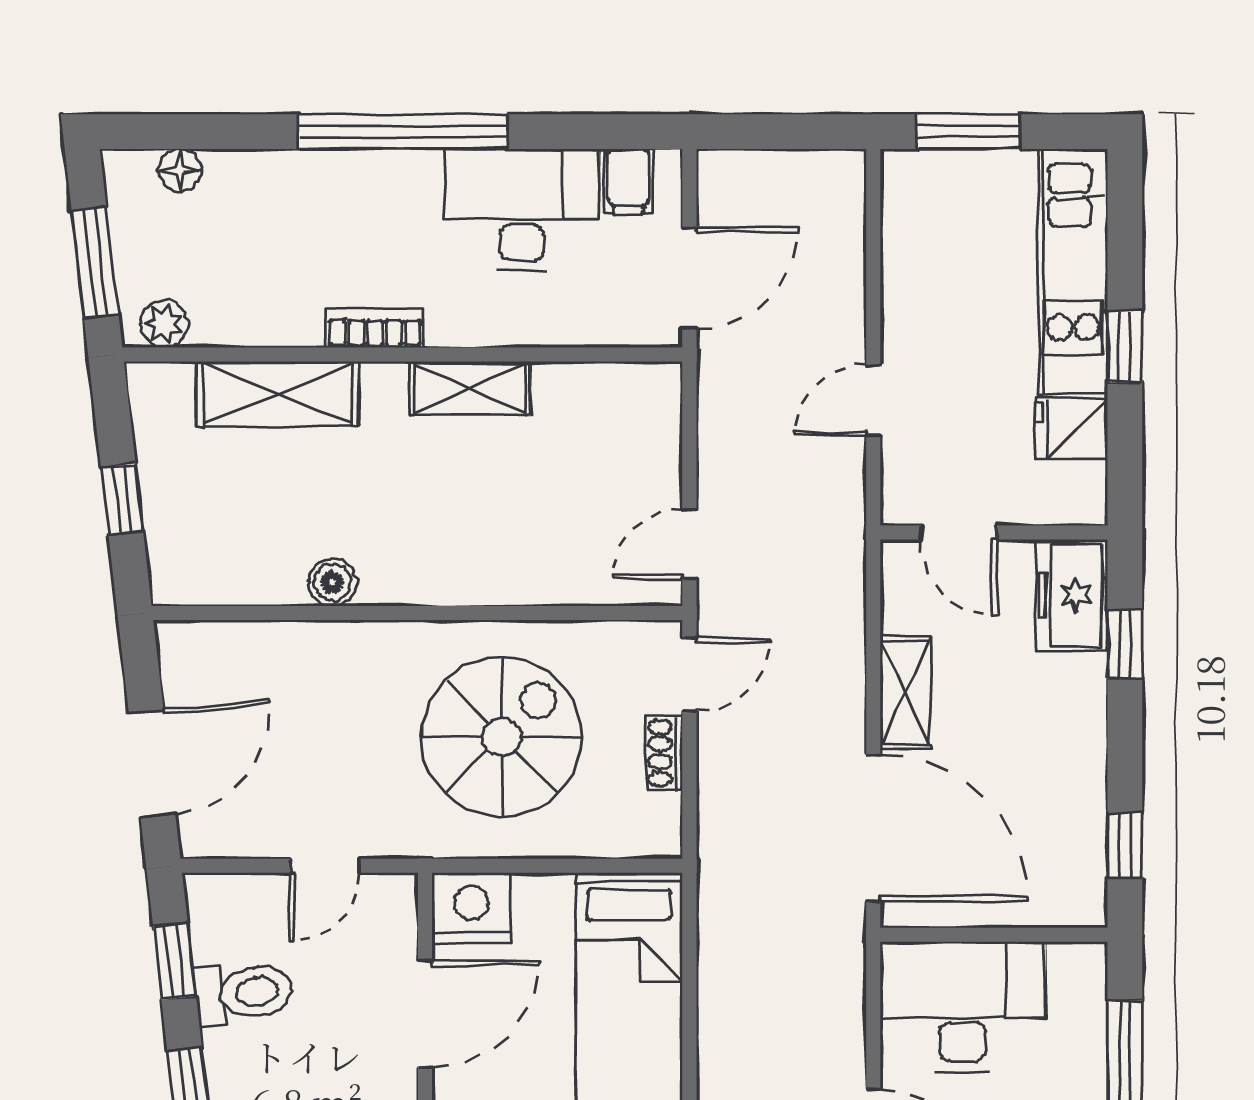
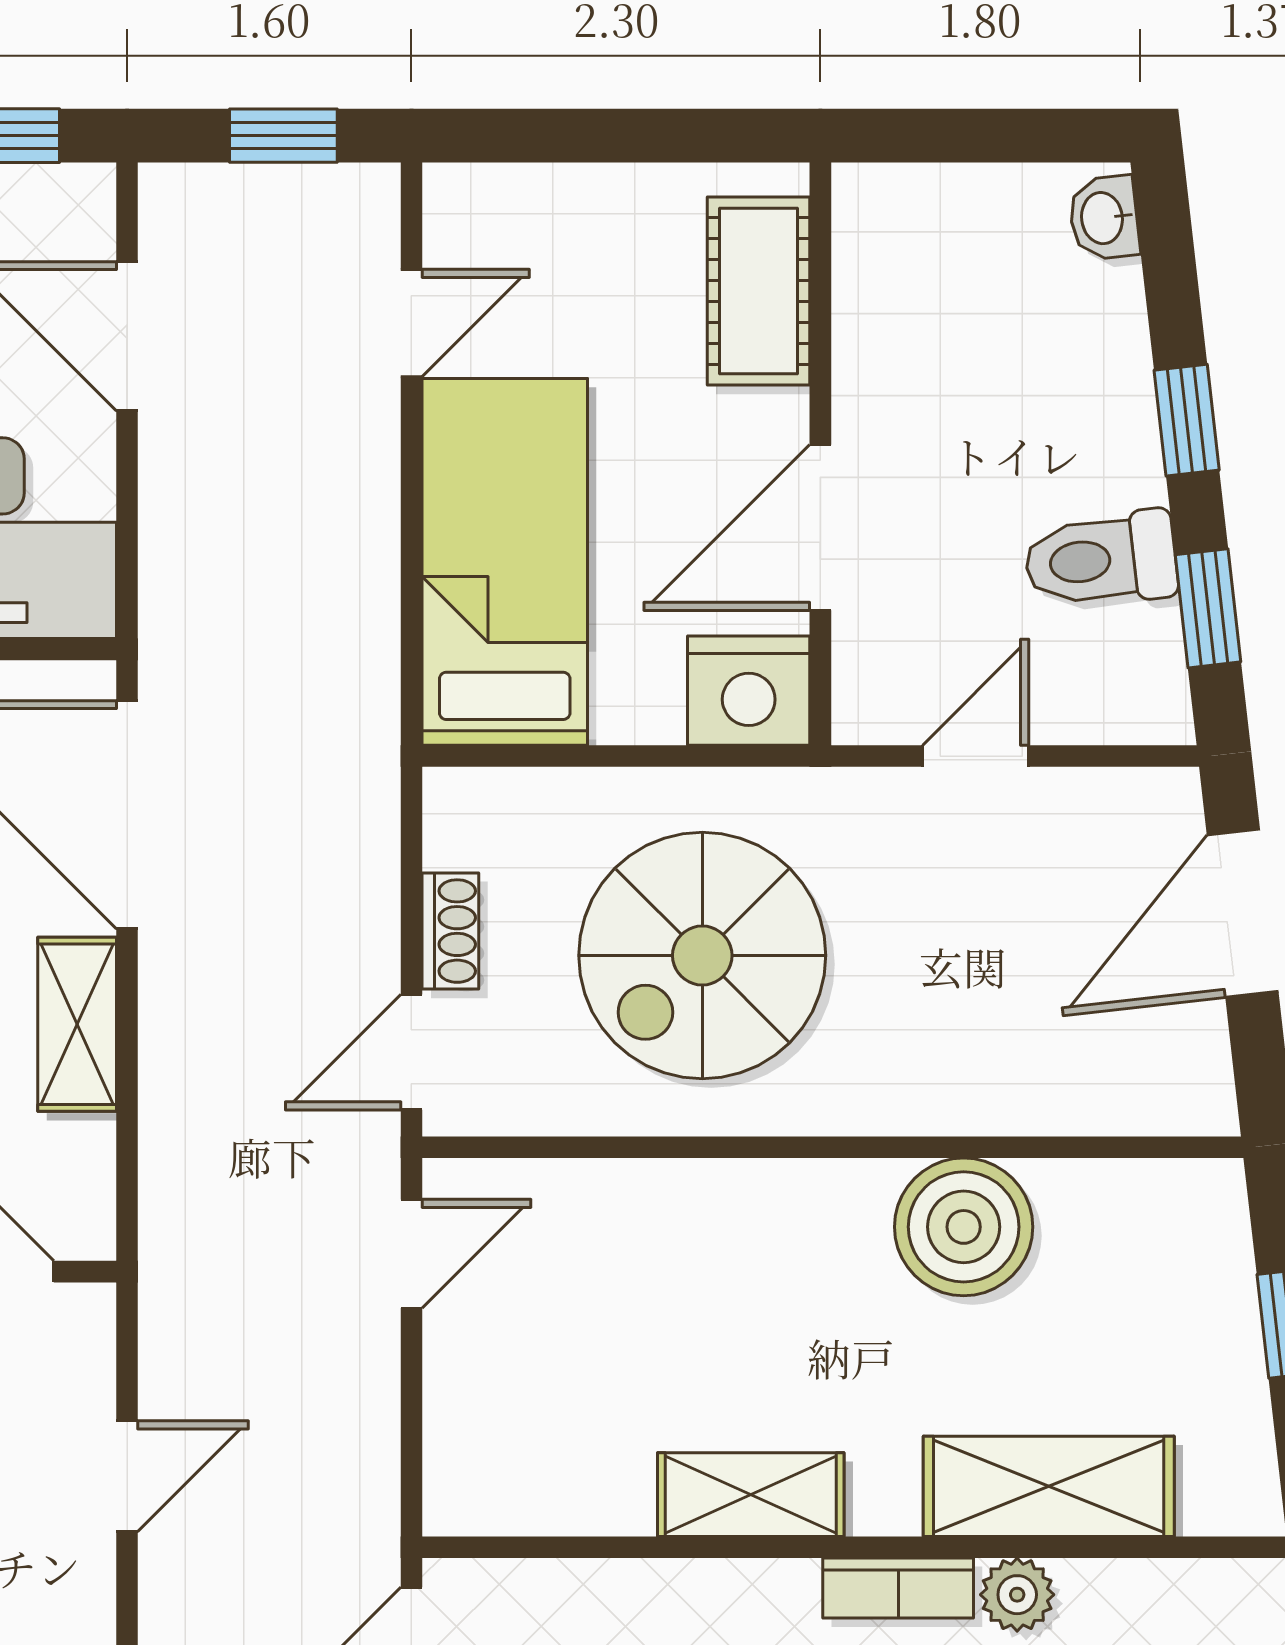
plant: (165, 324) -> (1017, 1595), moved
boiler: (332, 582) -> (964, 1227), width x1.86, depth x1.86

